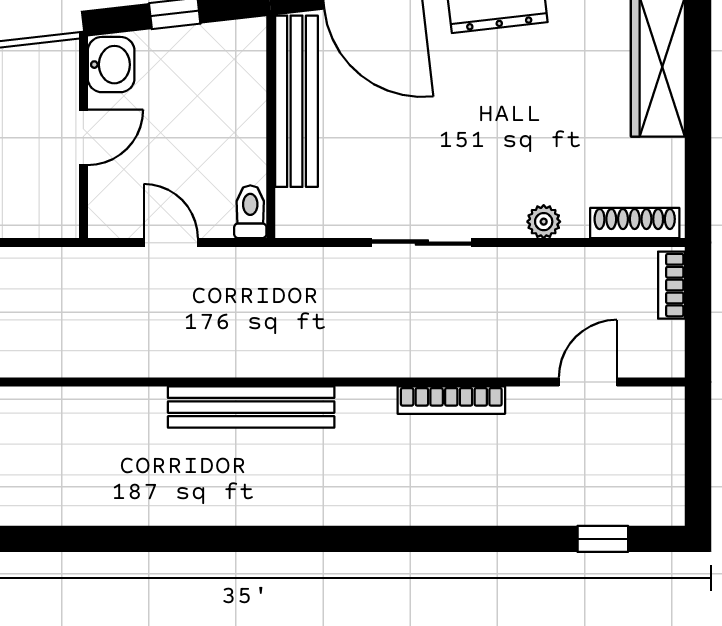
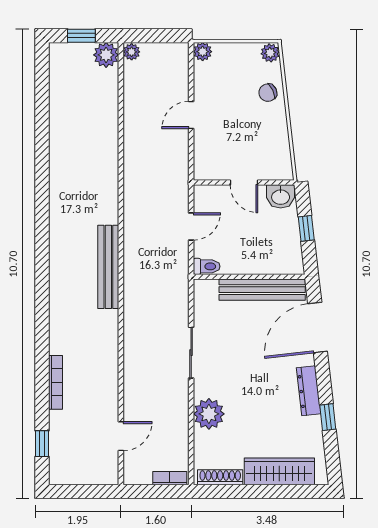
plant: (544, 222) -> (209, 414), width x1.88, depth x1.88
shoe rack: (635, 223) -> (220, 477), moved, turned -90
door: (588, 382) -> (121, 436), hinge flipped
bookcase: (451, 400) -> (56, 382), moved, turned 180

